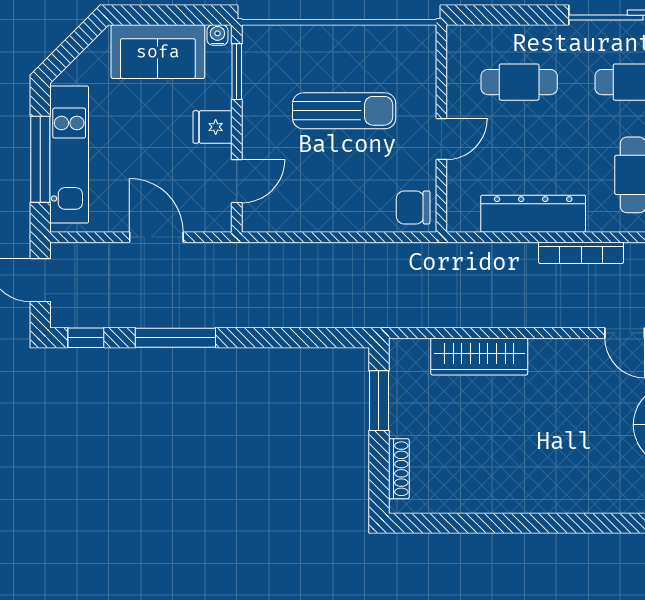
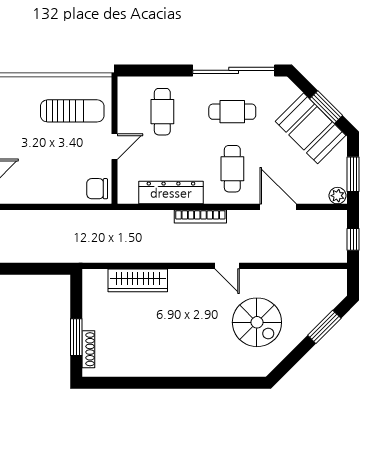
cafe table: (519, 82) -> (162, 112), turned 90
sun lounger: (344, 111) -> (72, 111), moved
window: (379, 401) -> (76, 337), moved

